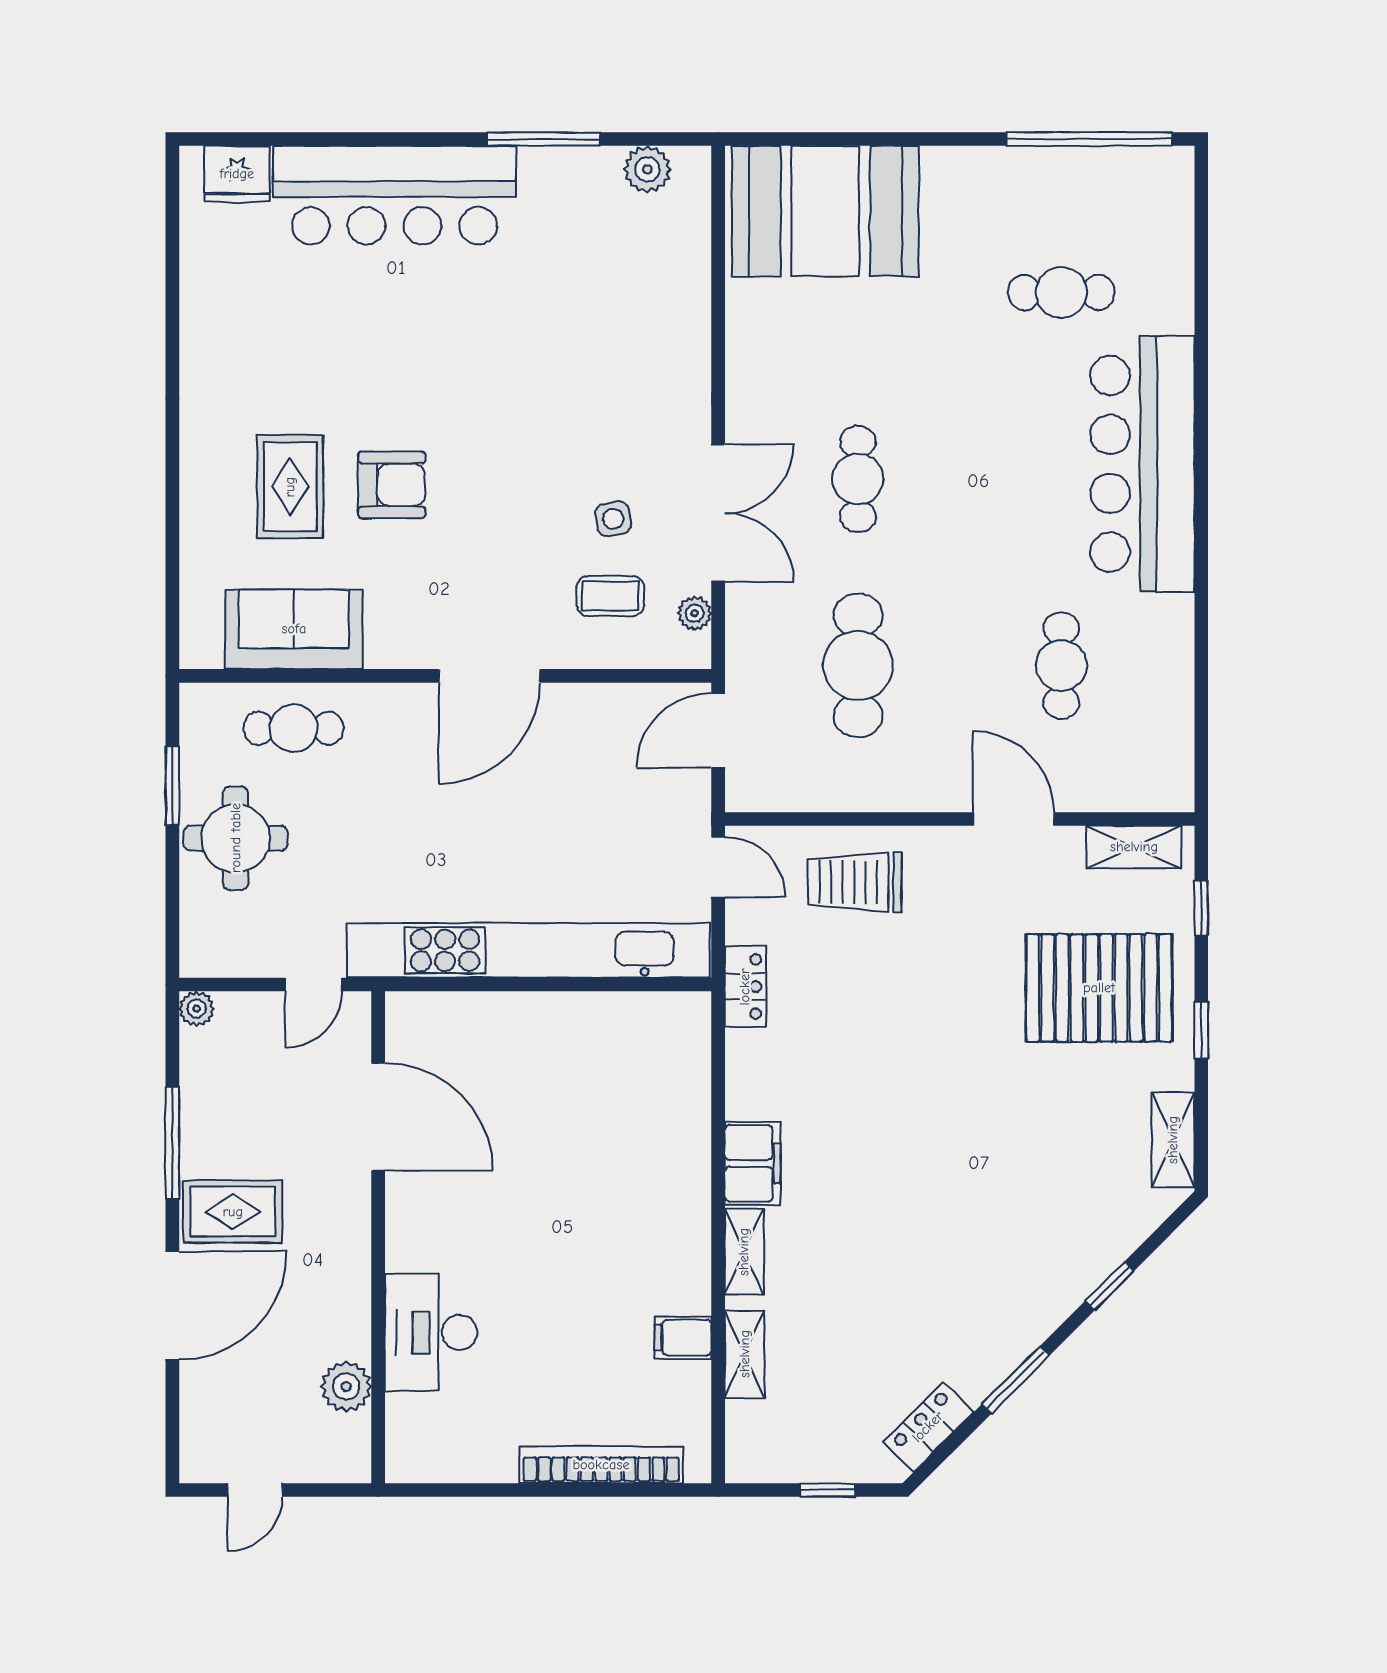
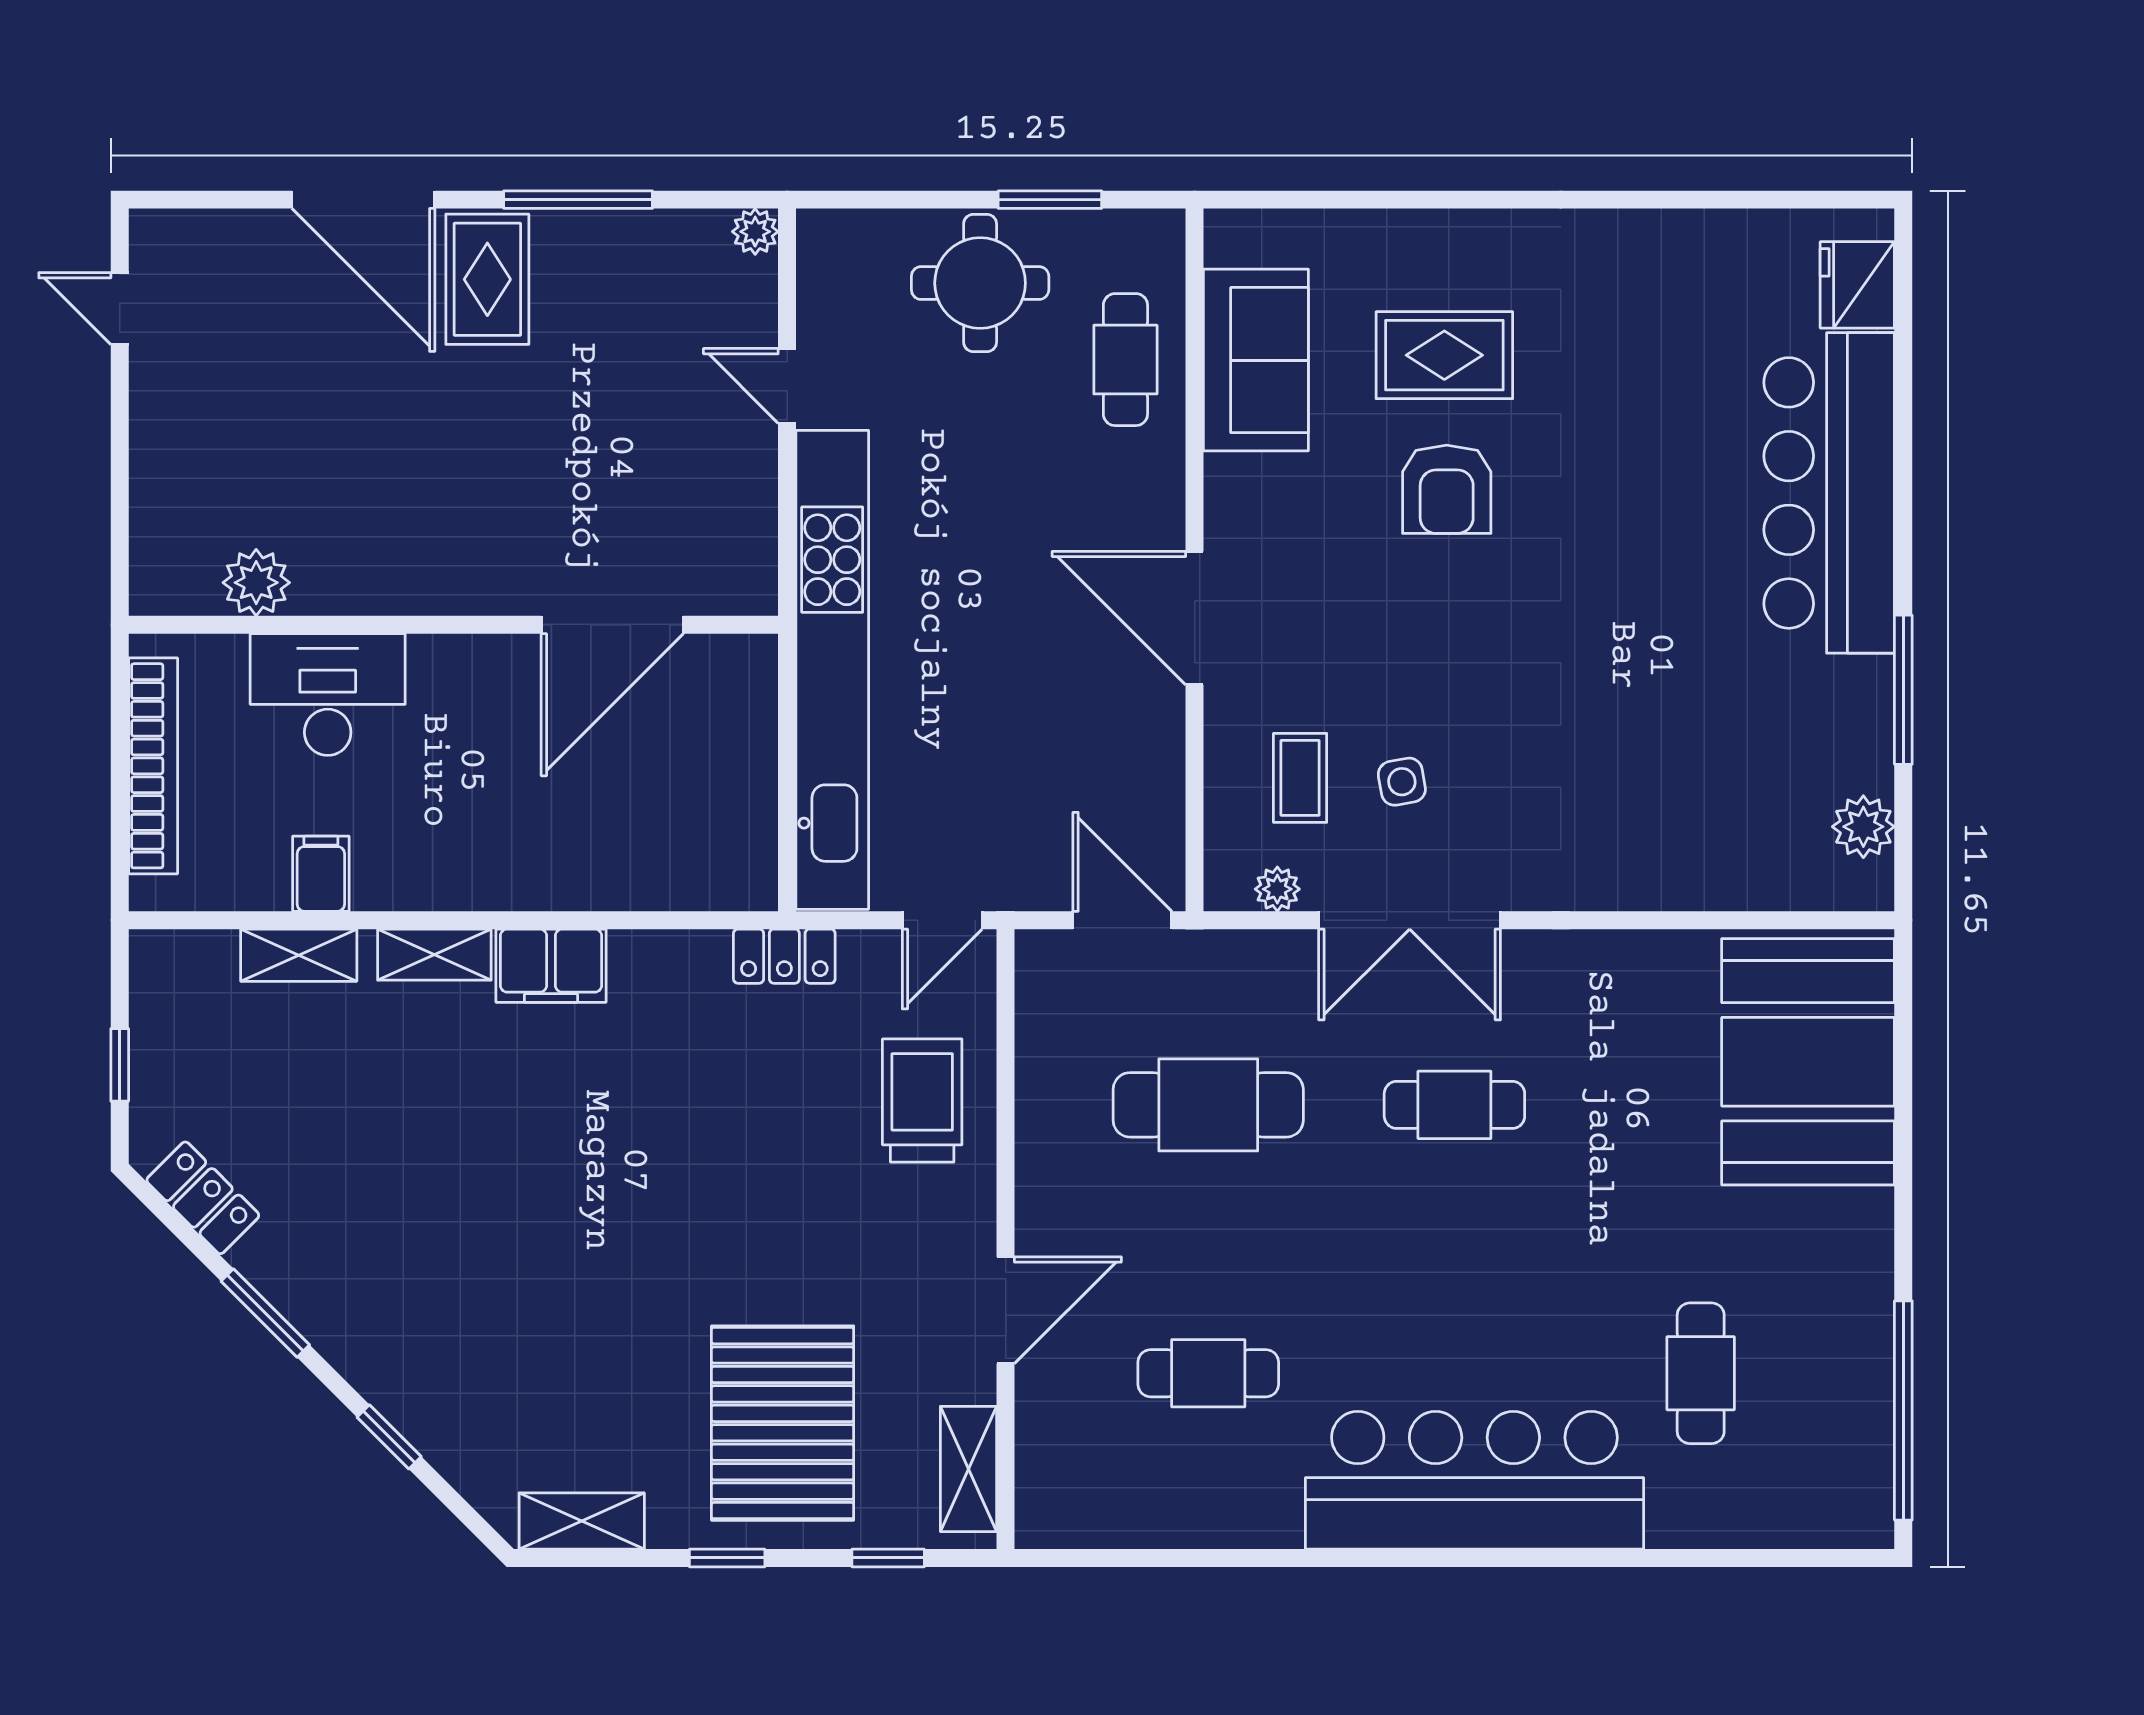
door: (378, 1117) -> (612, 625), moved
wall: (378, 1237) -> (453, 625), moved
desk: (431, 1332) -> (328, 695), moved
plant: (346, 1387) -> (256, 583), moved

